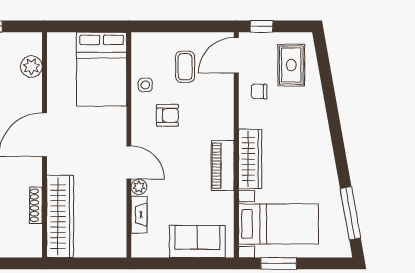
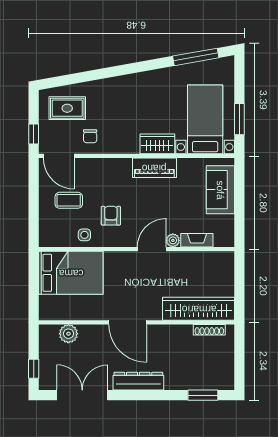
wardrobe: (250, 159) -> (157, 144), width x0.67
shoe rack: (36, 205) -> (209, 330), moved

